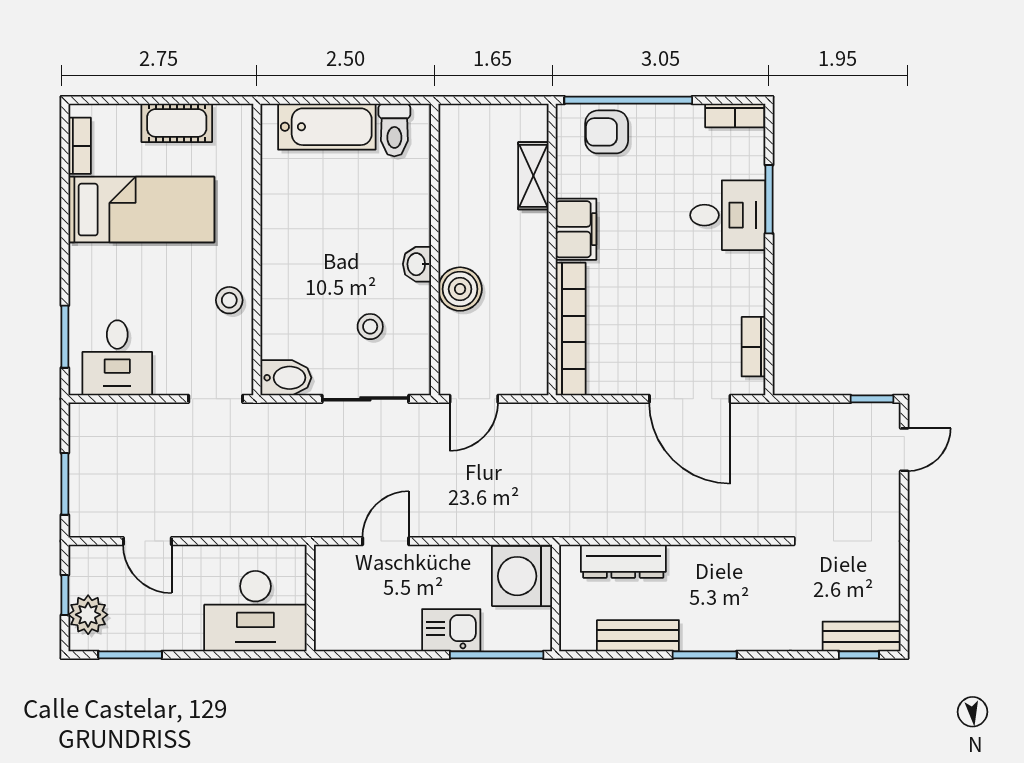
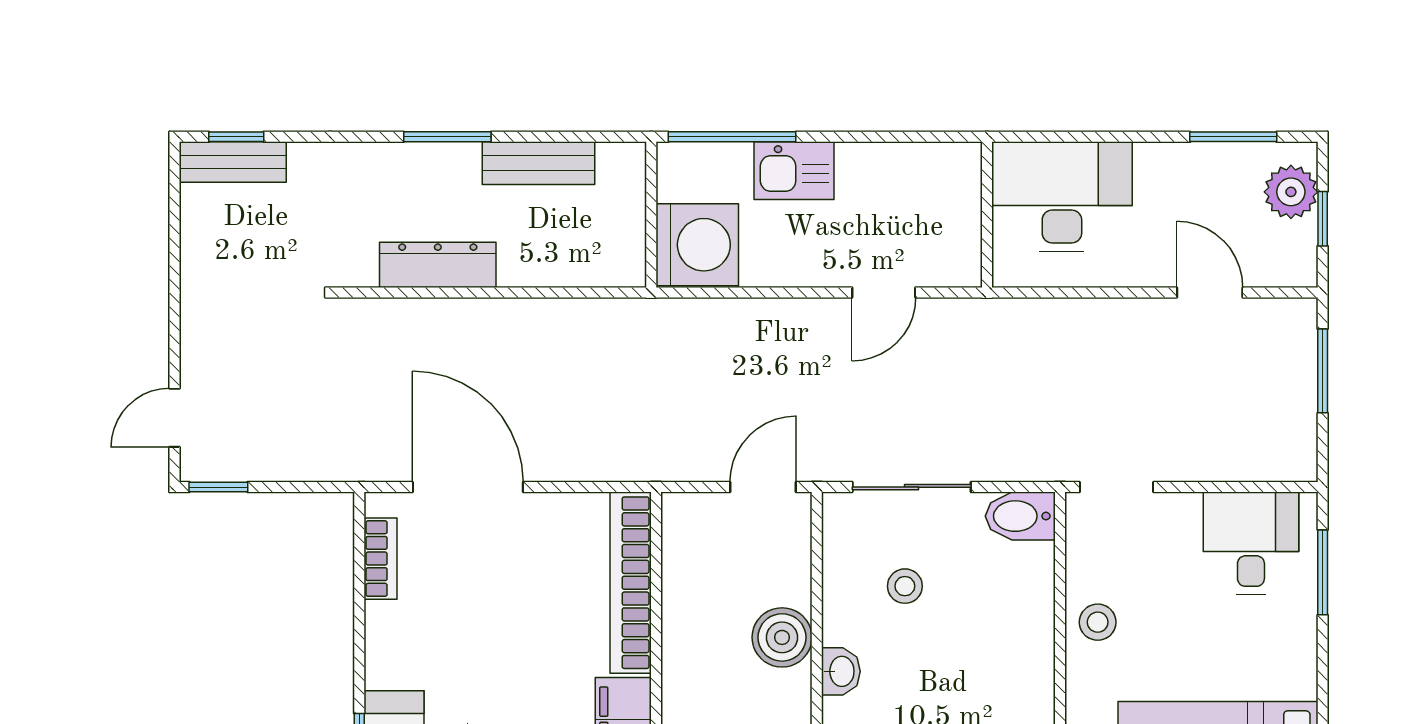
dresser: (623, 561) -> (438, 265), moved

